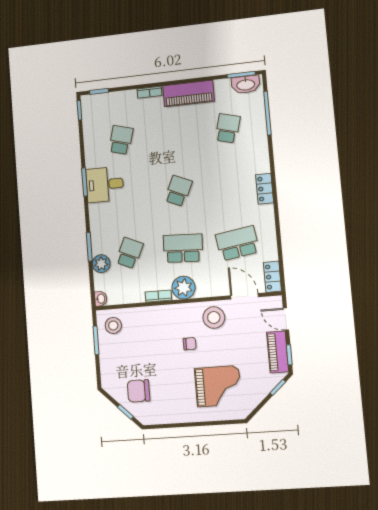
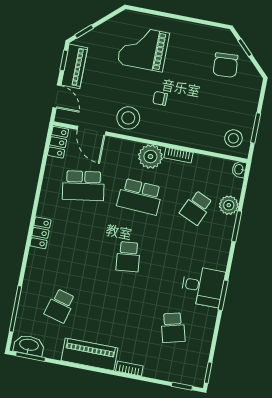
school desk: (121, 140) -> (173, 328), turned -30
school desk: (178, 191) -> (128, 257), turned -30
chair: (138, 391) -> (226, 65), turned 86

